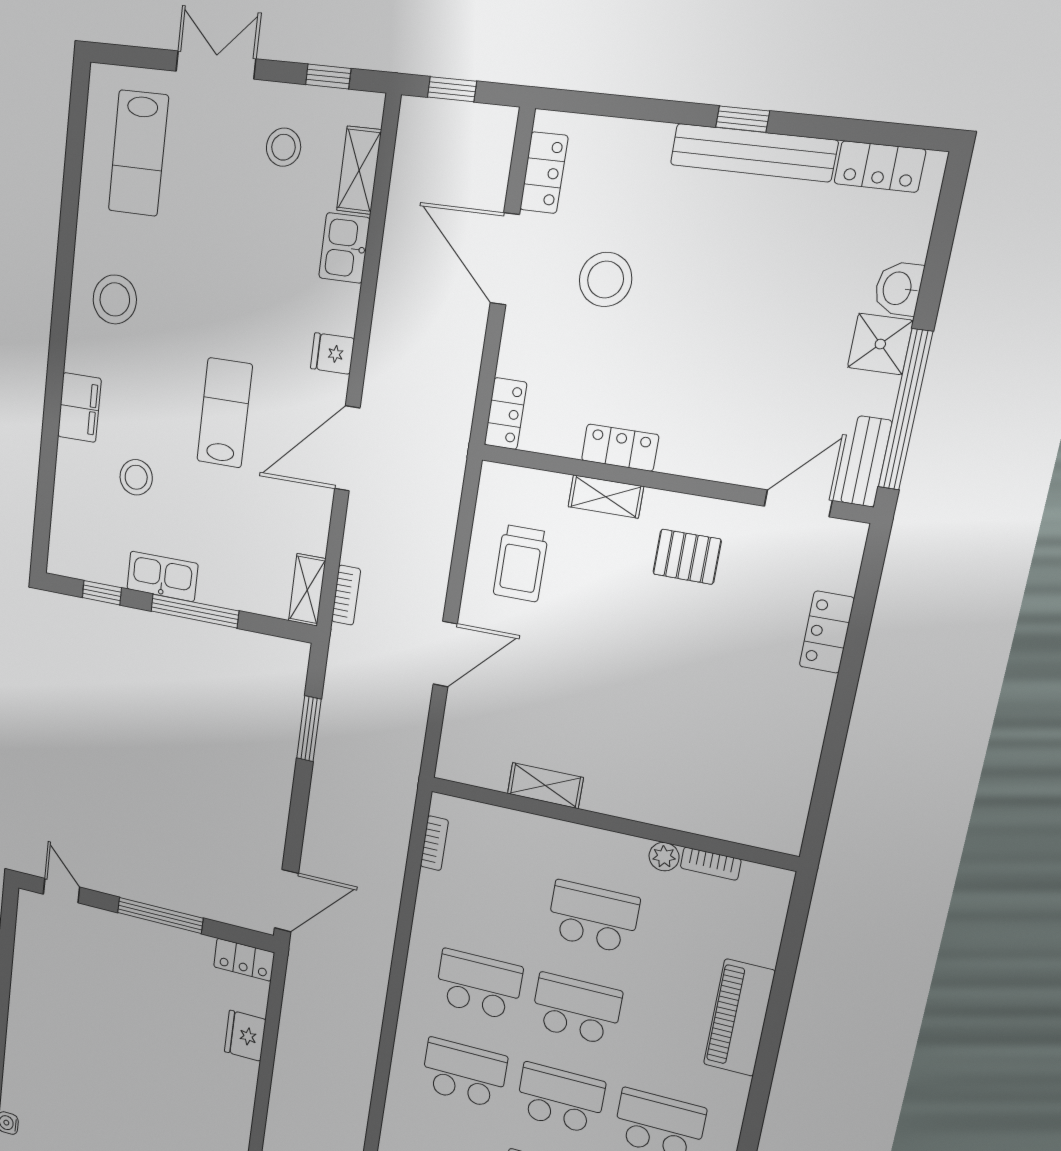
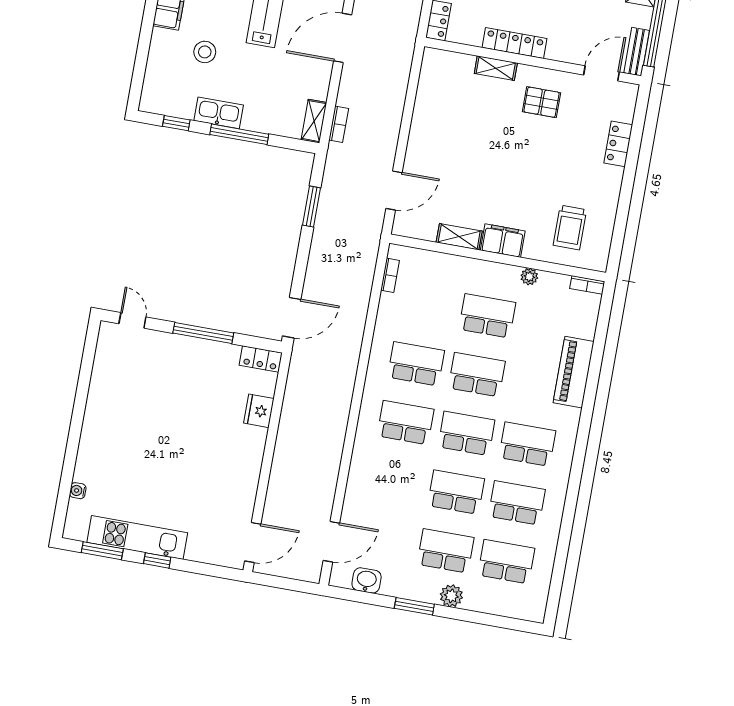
locker: (620, 448) -> (514, 43), width x1.53
trolley: (521, 563) -> (570, 227), moved
door: (445, 654) -> (394, 190), moved
filing cabinet: (619, 795) -> (503, 241), added
bookcase: (711, 864) -> (587, 285), moved

